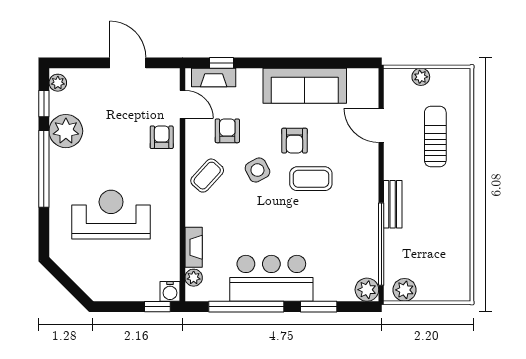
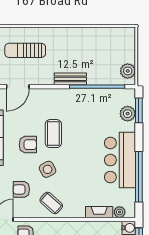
plant: (367, 290) -> (128, 114), moved
window: (319, 307) -> (139, 110), moved

